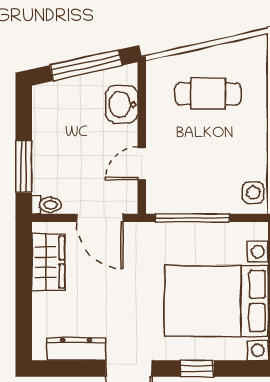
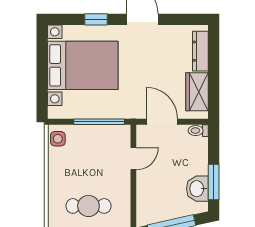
washbasin: (122, 104) -> (197, 189), moved, turned 180
window: (24, 166) -> (214, 182), moved
dresser: (76, 349) -> (200, 51), moved, turned 90

